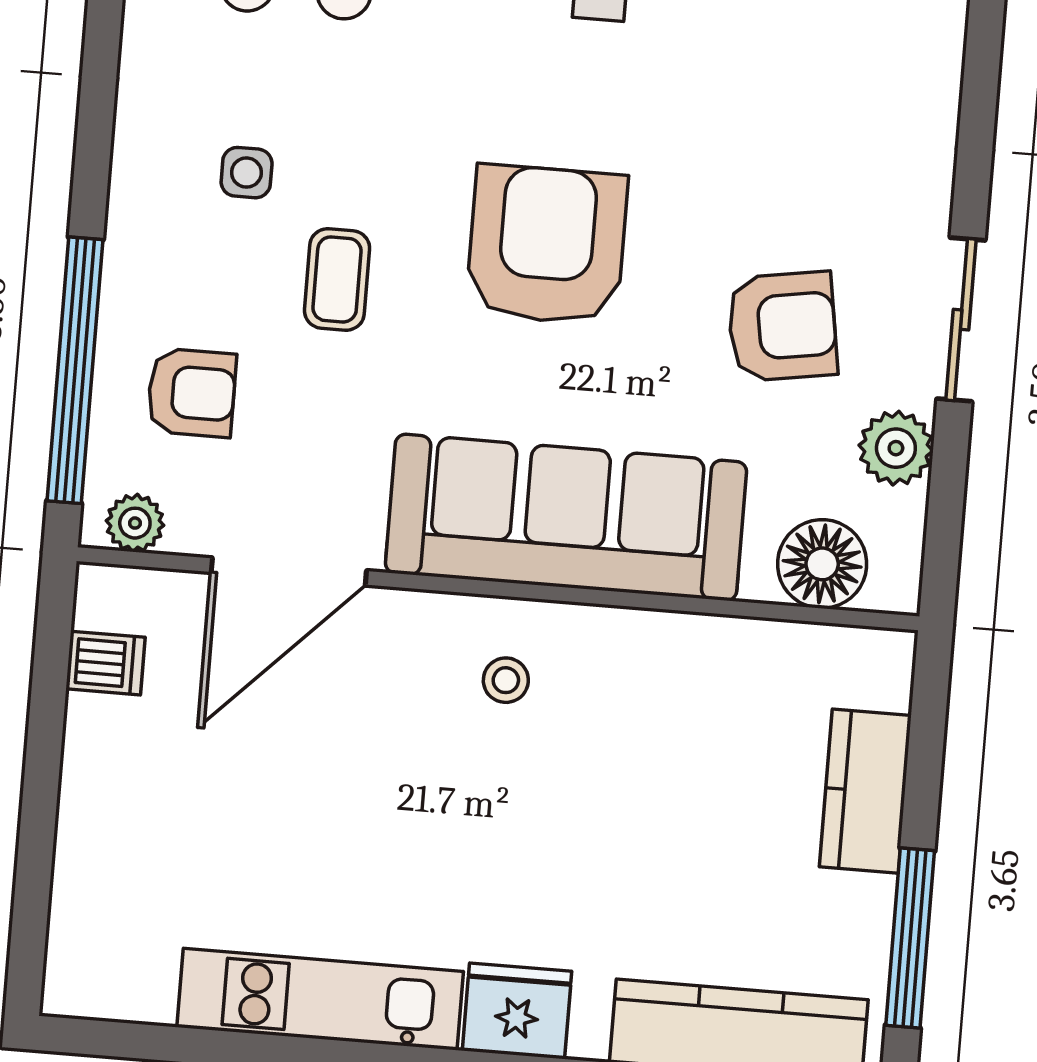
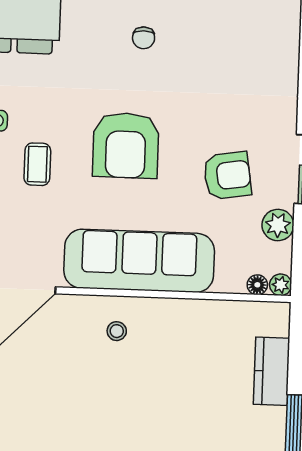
armchair: (547, 245) -> (126, 145), turned 180
floor lamp: (822, 564) -> (257, 285), width x0.53, depth x0.53
plant: (896, 589) -> (281, 285), added

